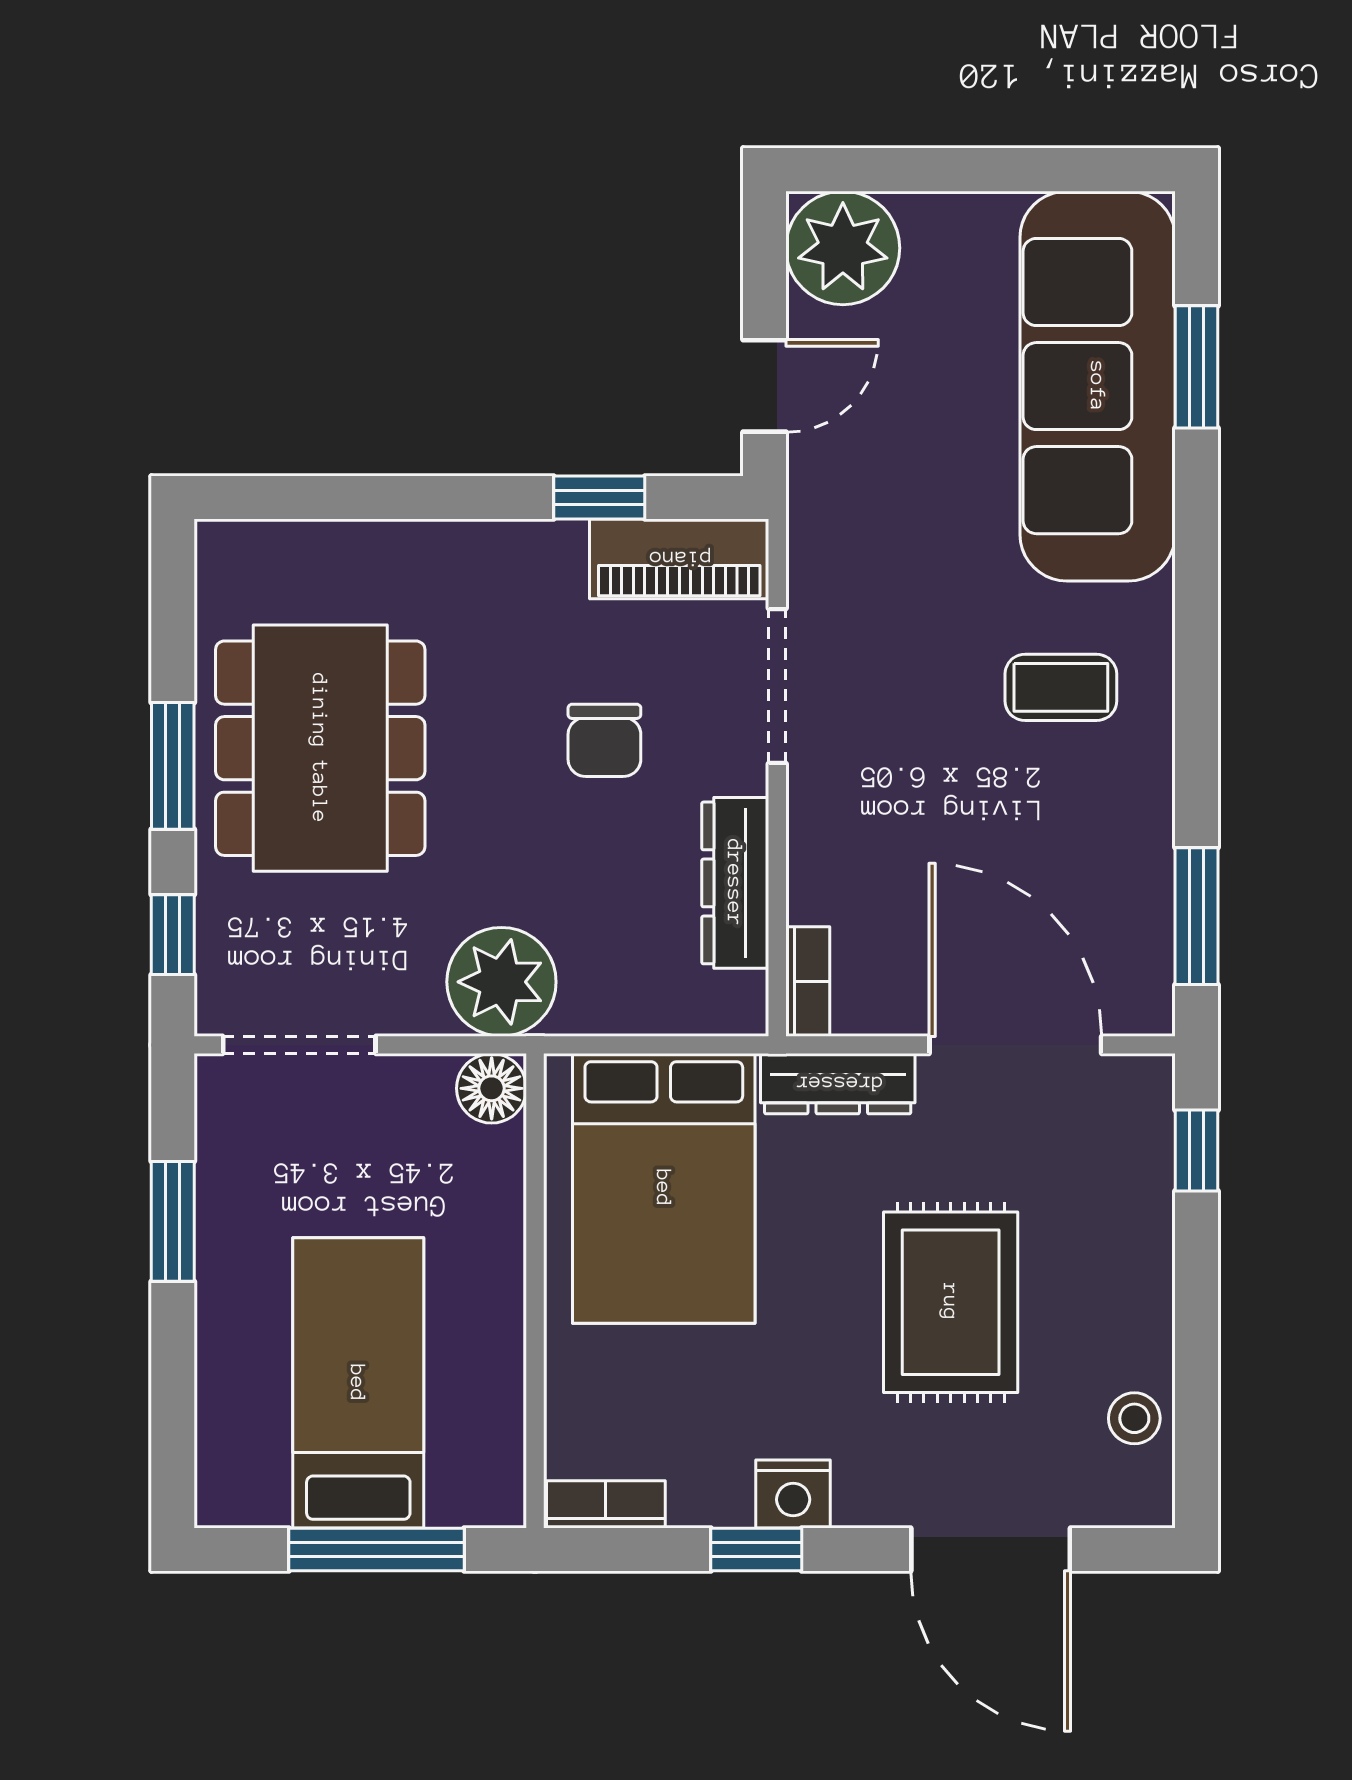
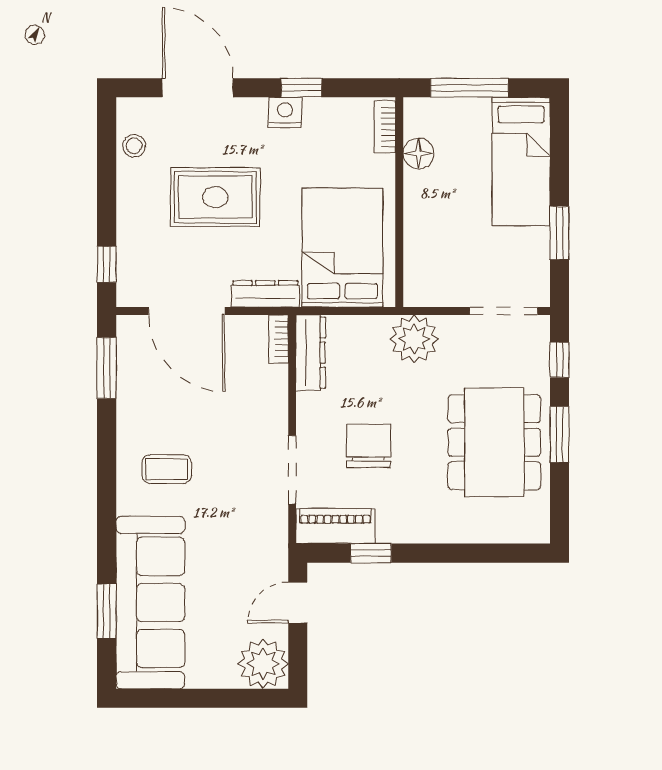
chair: (604, 740) -> (369, 446), width x1.37, depth x1.37
dresser: (735, 883) -> (311, 353), moved
floor lamp: (492, 1088) -> (418, 154), moved
rug: (951, 1302) -> (215, 197), turned 90
bed: (358, 1383) -> (521, 161), moved
bookcase: (606, 1504) -> (385, 127), moved, turned 90

